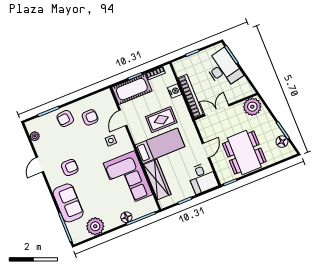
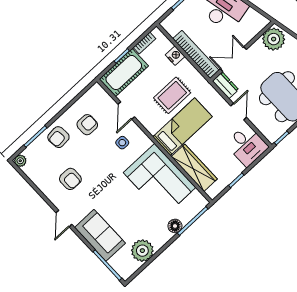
dresser: (204, 127) -> (226, 85), added
plant: (35, 136) -> (20, 161), moved
door: (40, 165) -> (64, 219), moved
armchair: (70, 167) -> (70, 179), moved, turned 90

